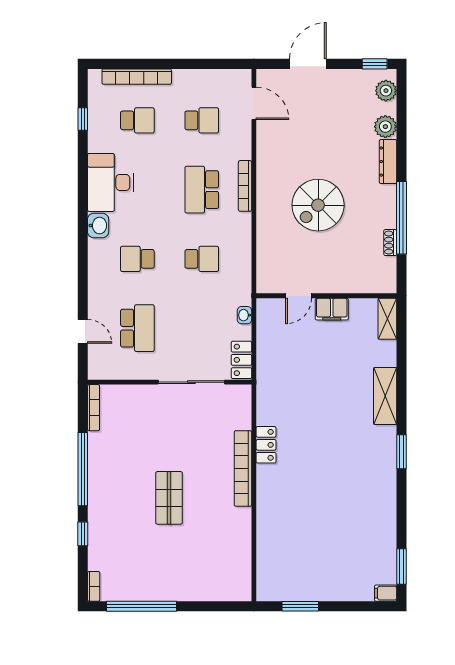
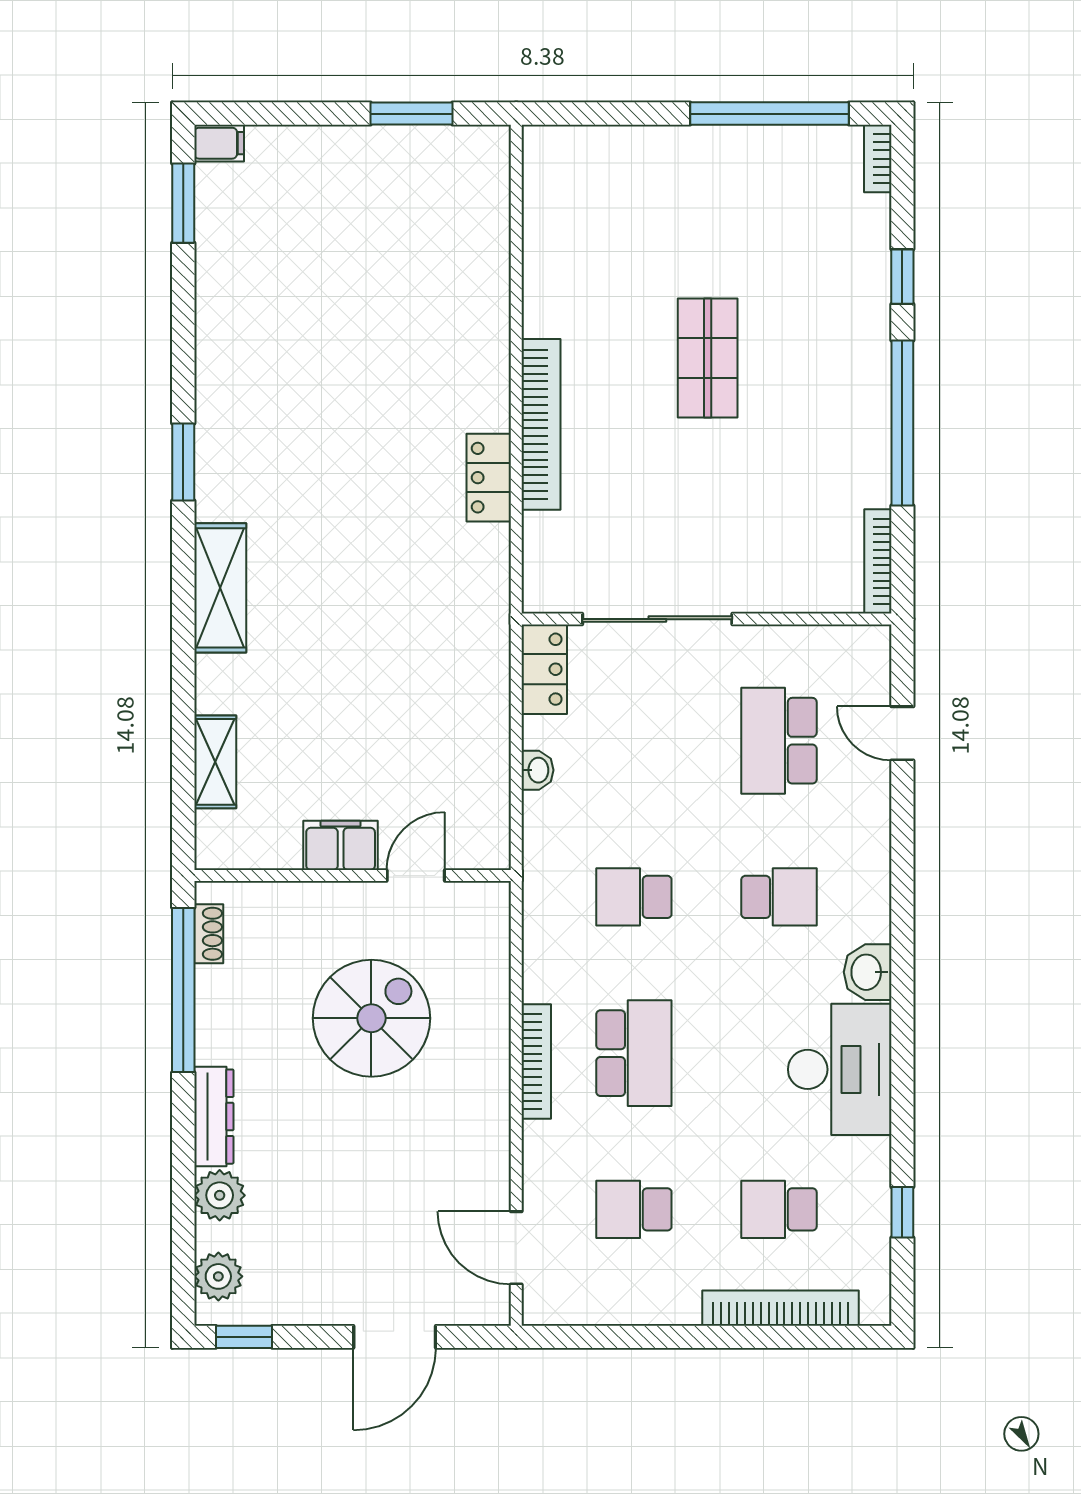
door: (298, 296) -> (416, 876), moved
wall: (326, 296) -> (353, 876), moved
filing cabinet: (332, 309) -> (341, 845), moved

